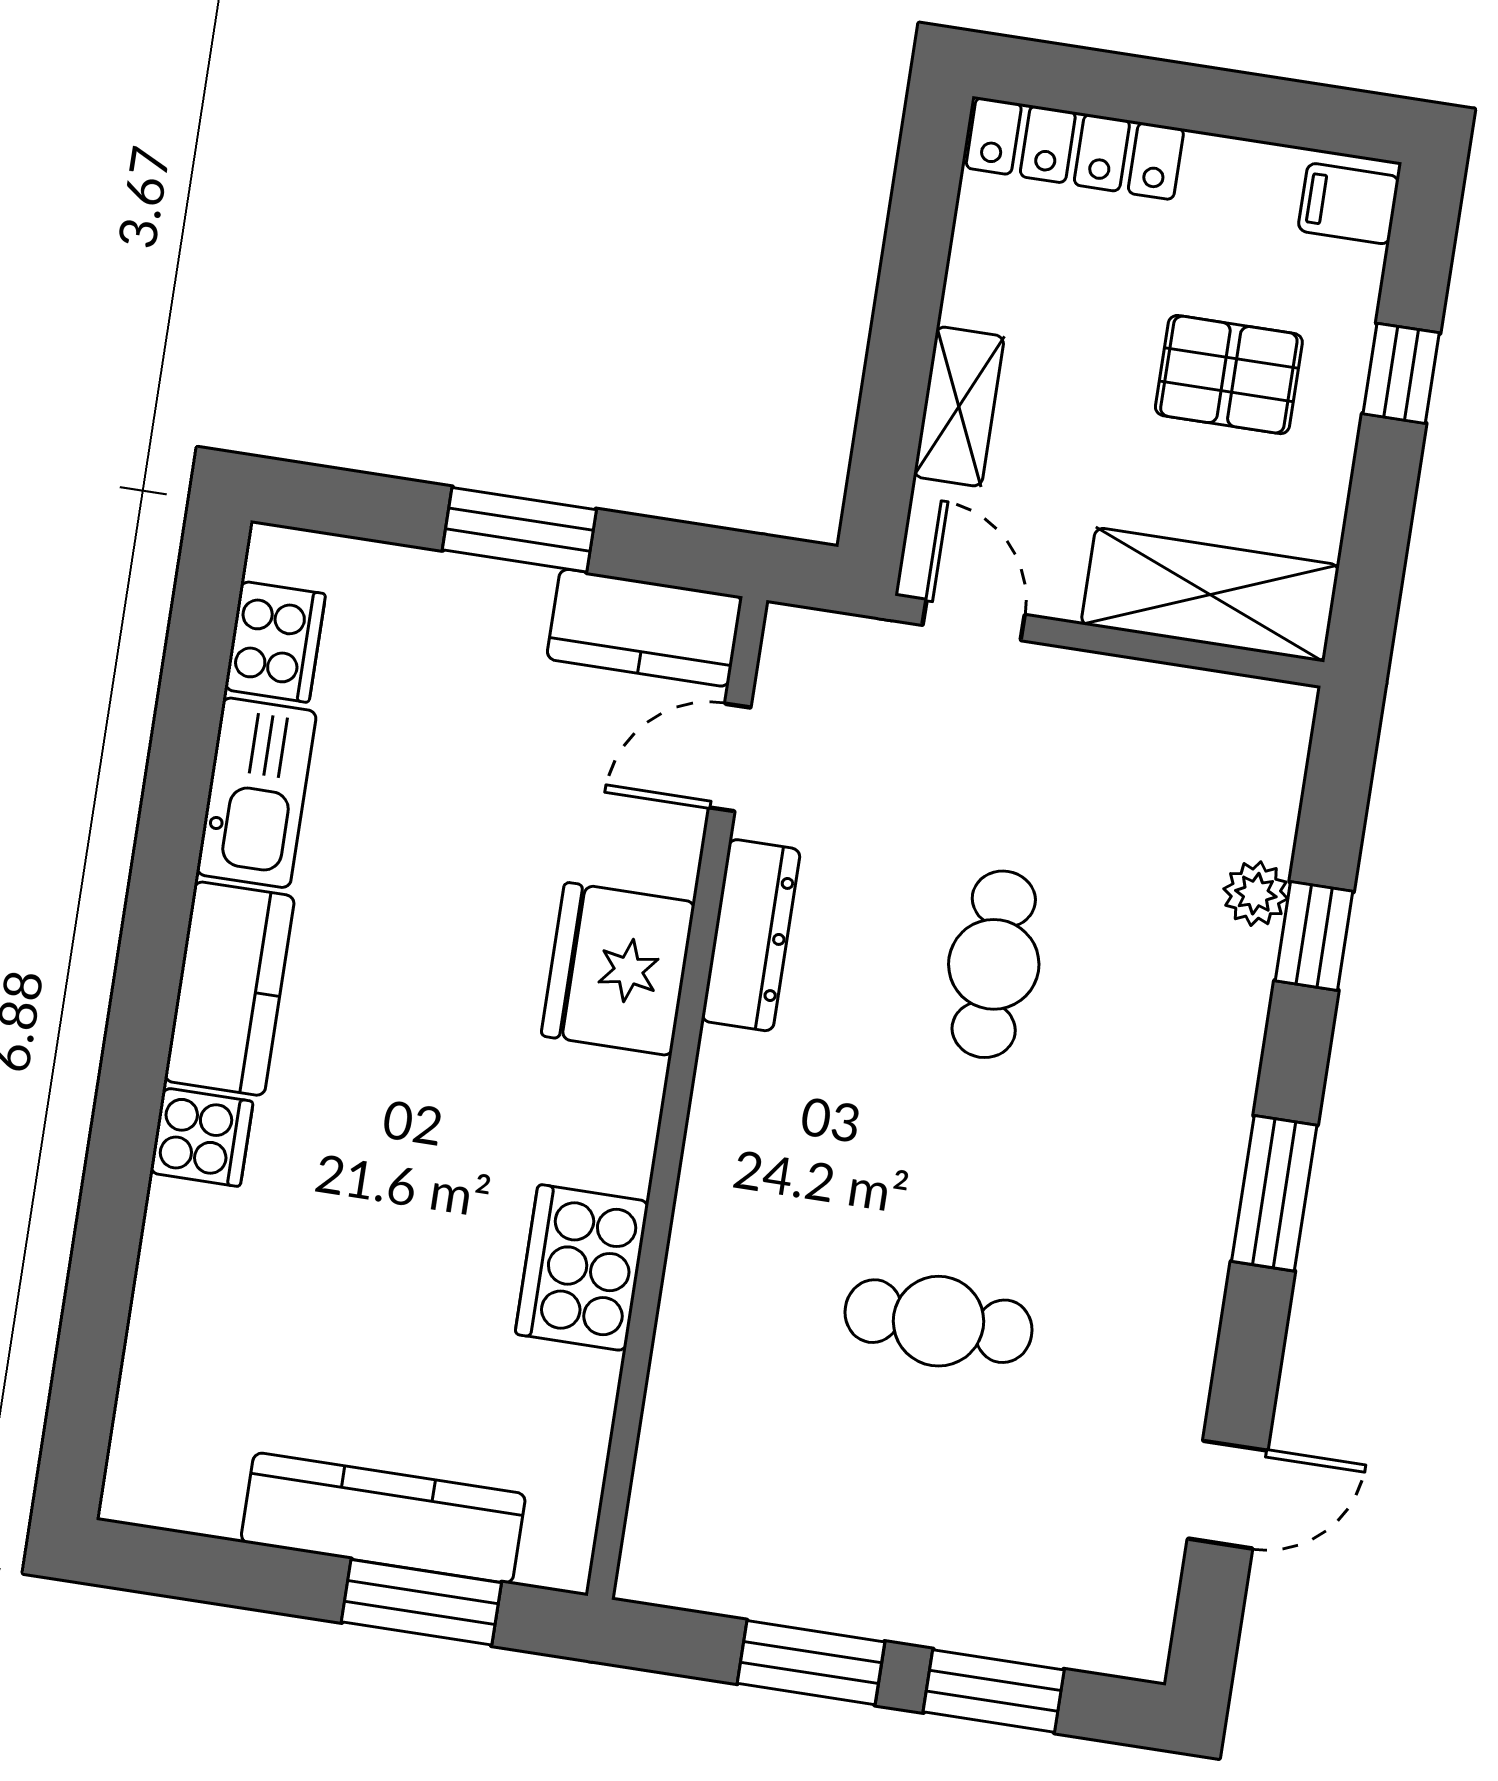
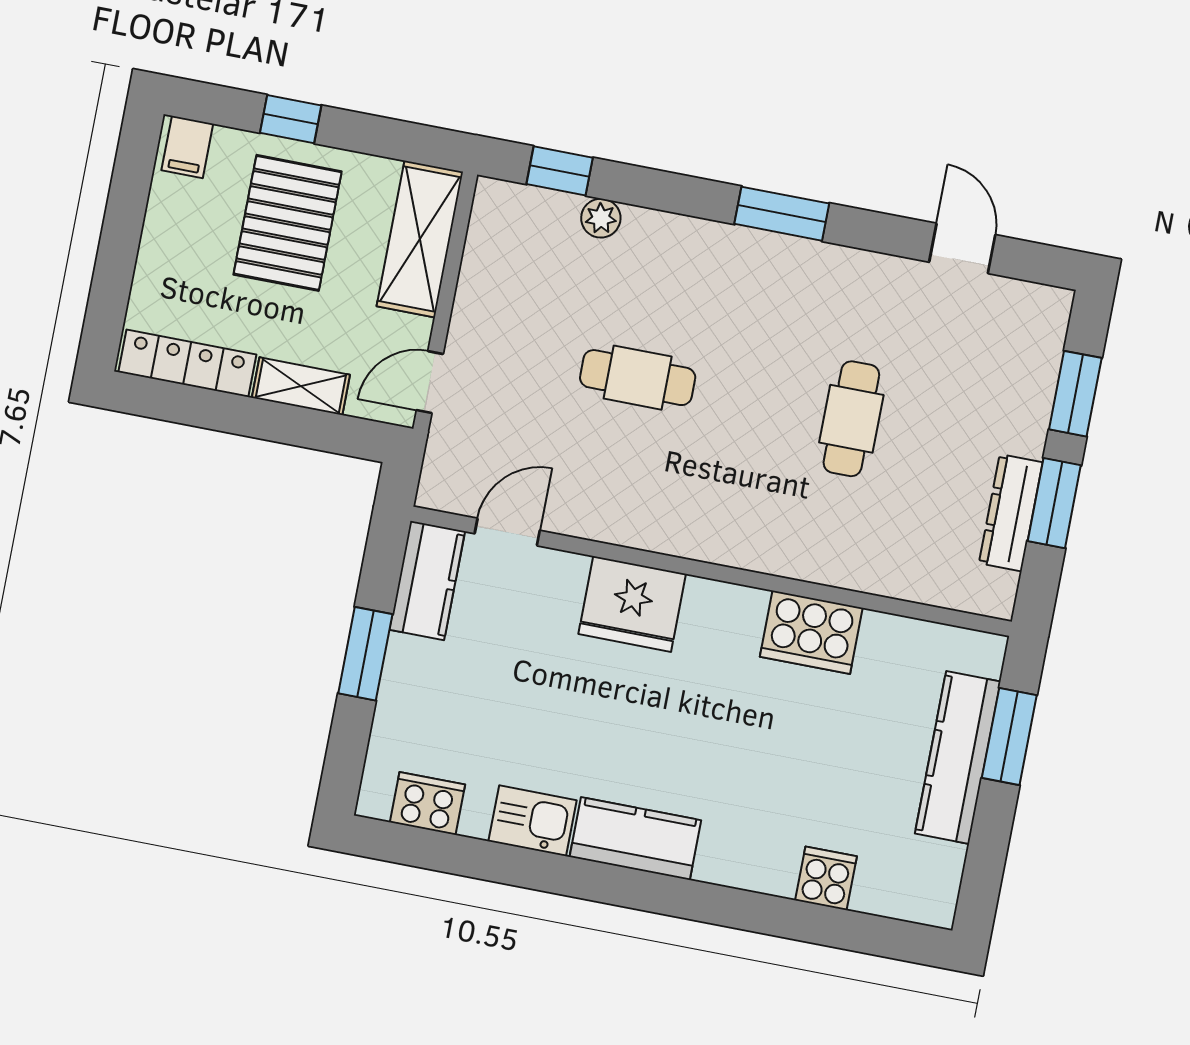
locker: (1075, 148) -> (187, 363), moved, turned -90
pallet: (1229, 375) -> (288, 223), width x1.50, depth x1.42
door: (730, 758) -> (507, 532), swing flipped
kitchen sink: (256, 793) -> (533, 821), width x0.73
dresser: (751, 935) -> (1011, 513), moved, turned -90
window: (1314, 936) -> (560, 171), moved
cooker: (201, 1137) -> (826, 878), moved

